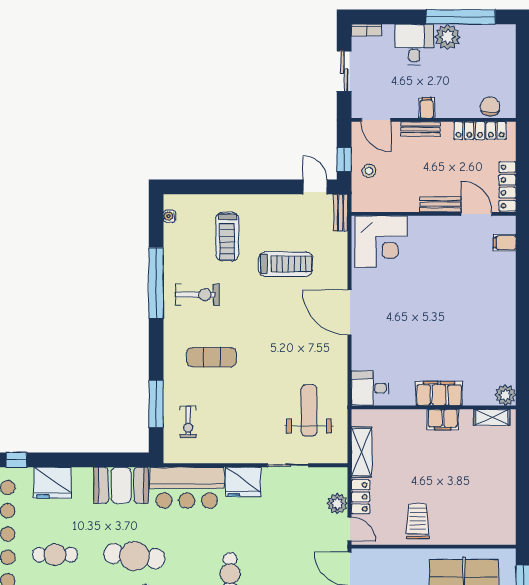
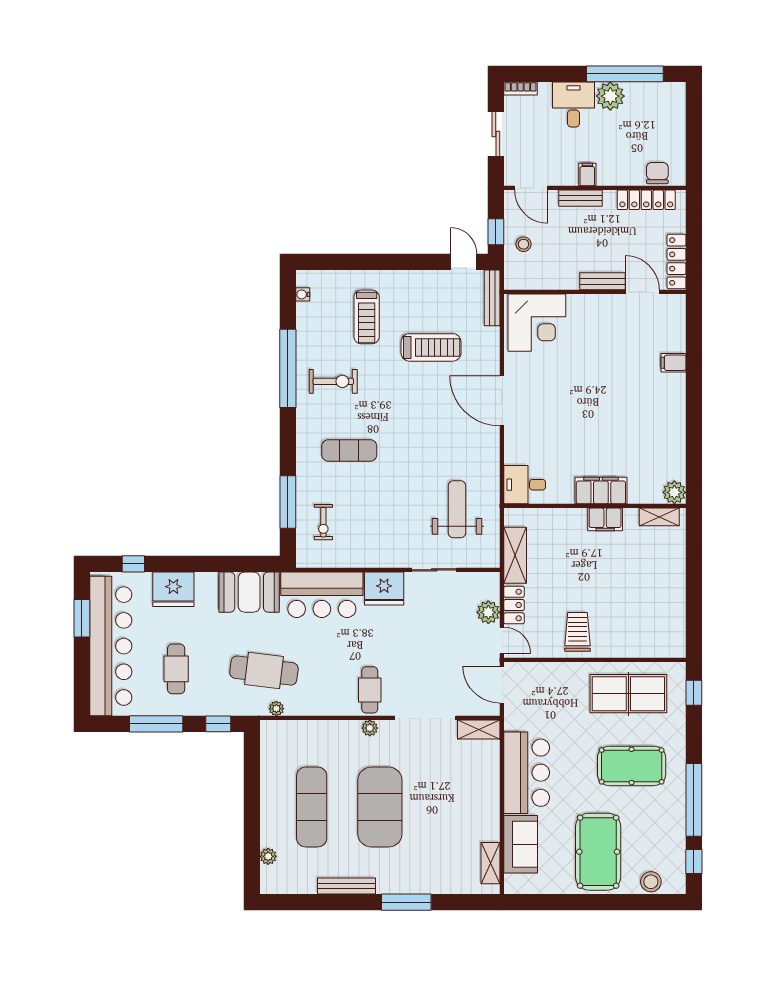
bench: (341, 213) -> (492, 298), width x1.36
filing cabinet: (505, 243) -> (673, 363), moved
cafe table: (55, 555) -> (176, 669), turned 90

